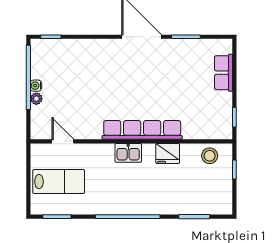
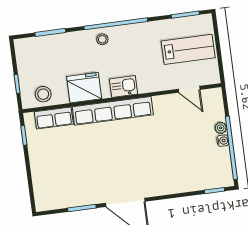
row of seats: (223, 73) -> (54, 118), moved, turned 90
fridge: (168, 154) -> (84, 88), width x1.36, depth x1.34
lab bench: (59, 182) -> (188, 49), turned 180
stool: (143, 203) -> (102, 39), added

